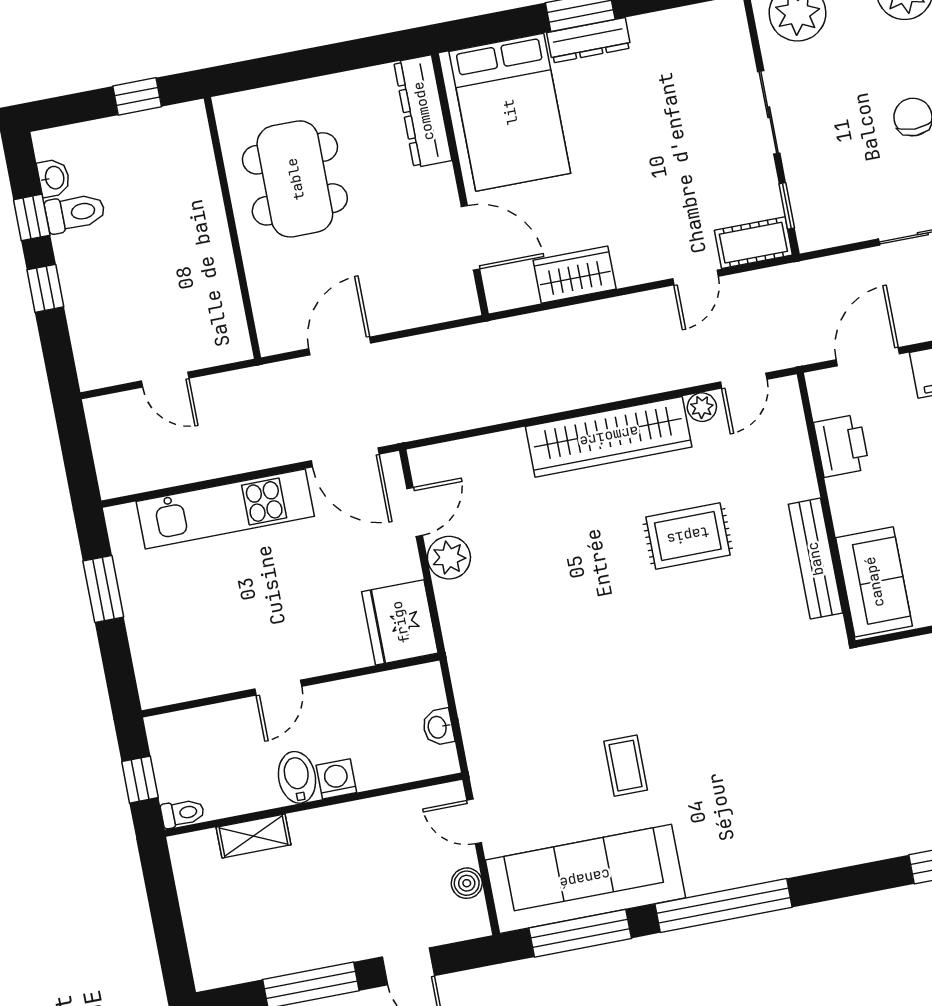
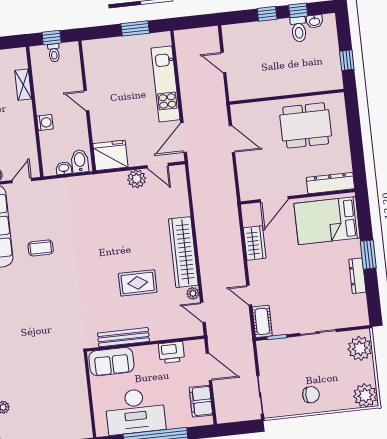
dresser: (589, 40) -> (357, 276), moved
door: (165, 380) -> (223, 62), hinge flipped
rug: (688, 536) -> (138, 283), turned 90
bidet: (297, 777) -> (80, 161), moved, turned -90
toilet: (183, 813) -> (54, 53), moved

